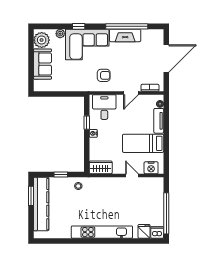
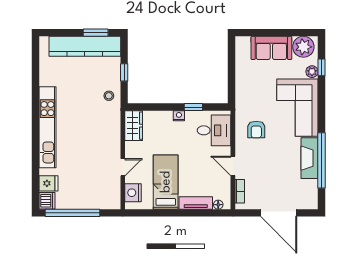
window: (79, 26) -> (322, 67), moved

